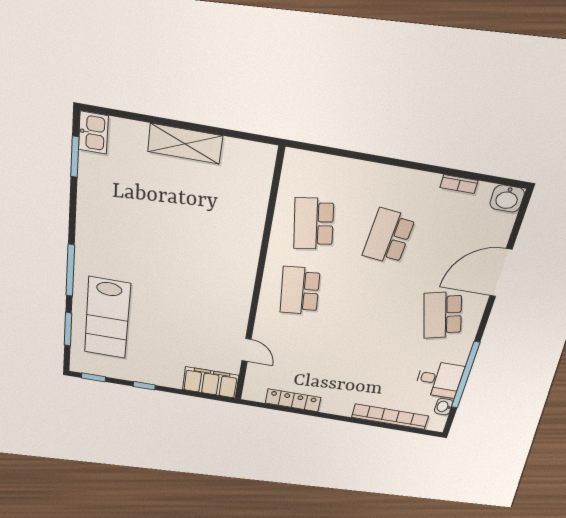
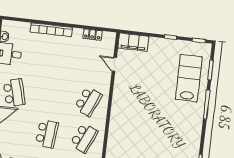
school desk: (314, 224) -> (84, 138), turned 33
school desk: (300, 291) -> (88, 101), turned 30
locker: (293, 400) -> (92, 35), width x0.66
bookcase: (390, 417) -> (51, 30), moved

